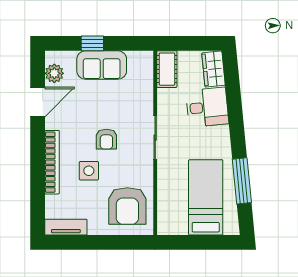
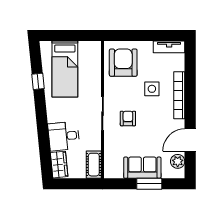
window: (92, 43) -> (149, 184), width x1.50
armchair: (106, 139) -> (128, 118), moved
window: (242, 181) -> (38, 81), width x0.46

